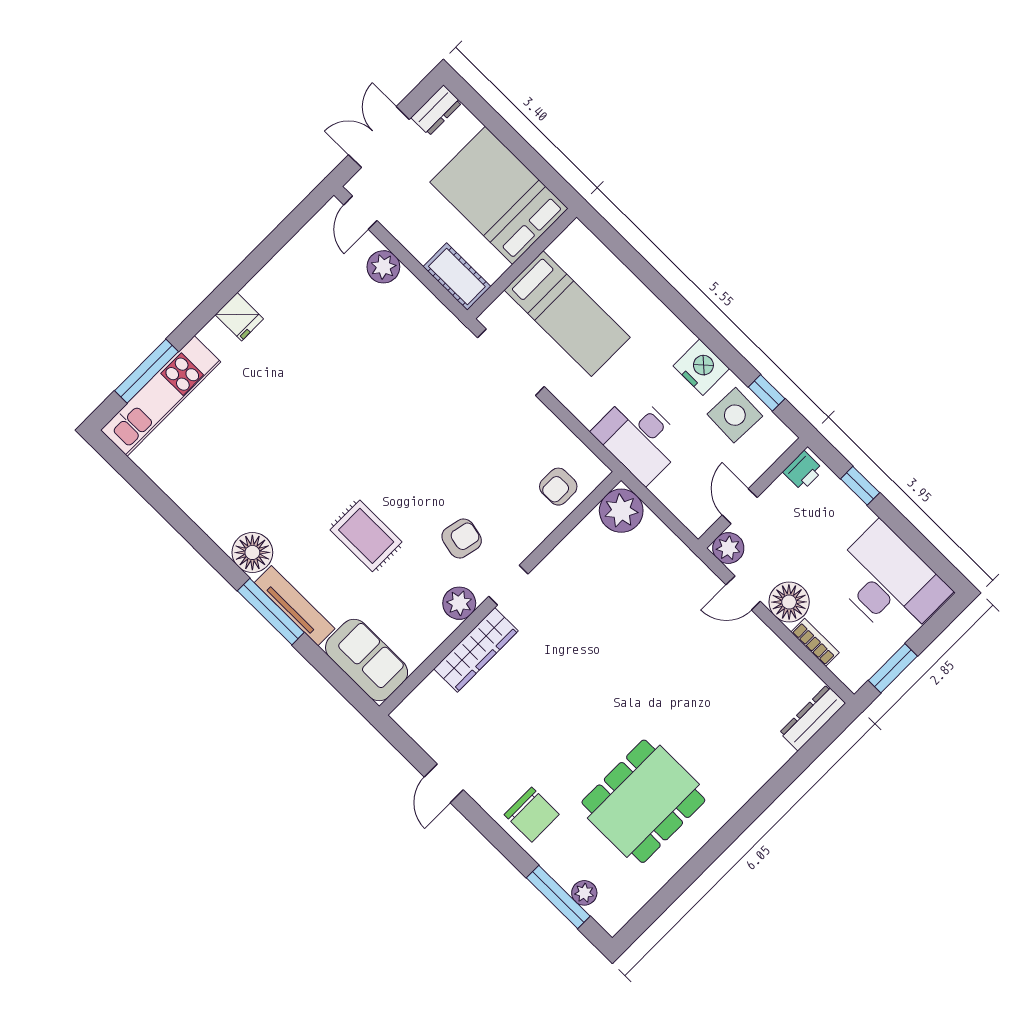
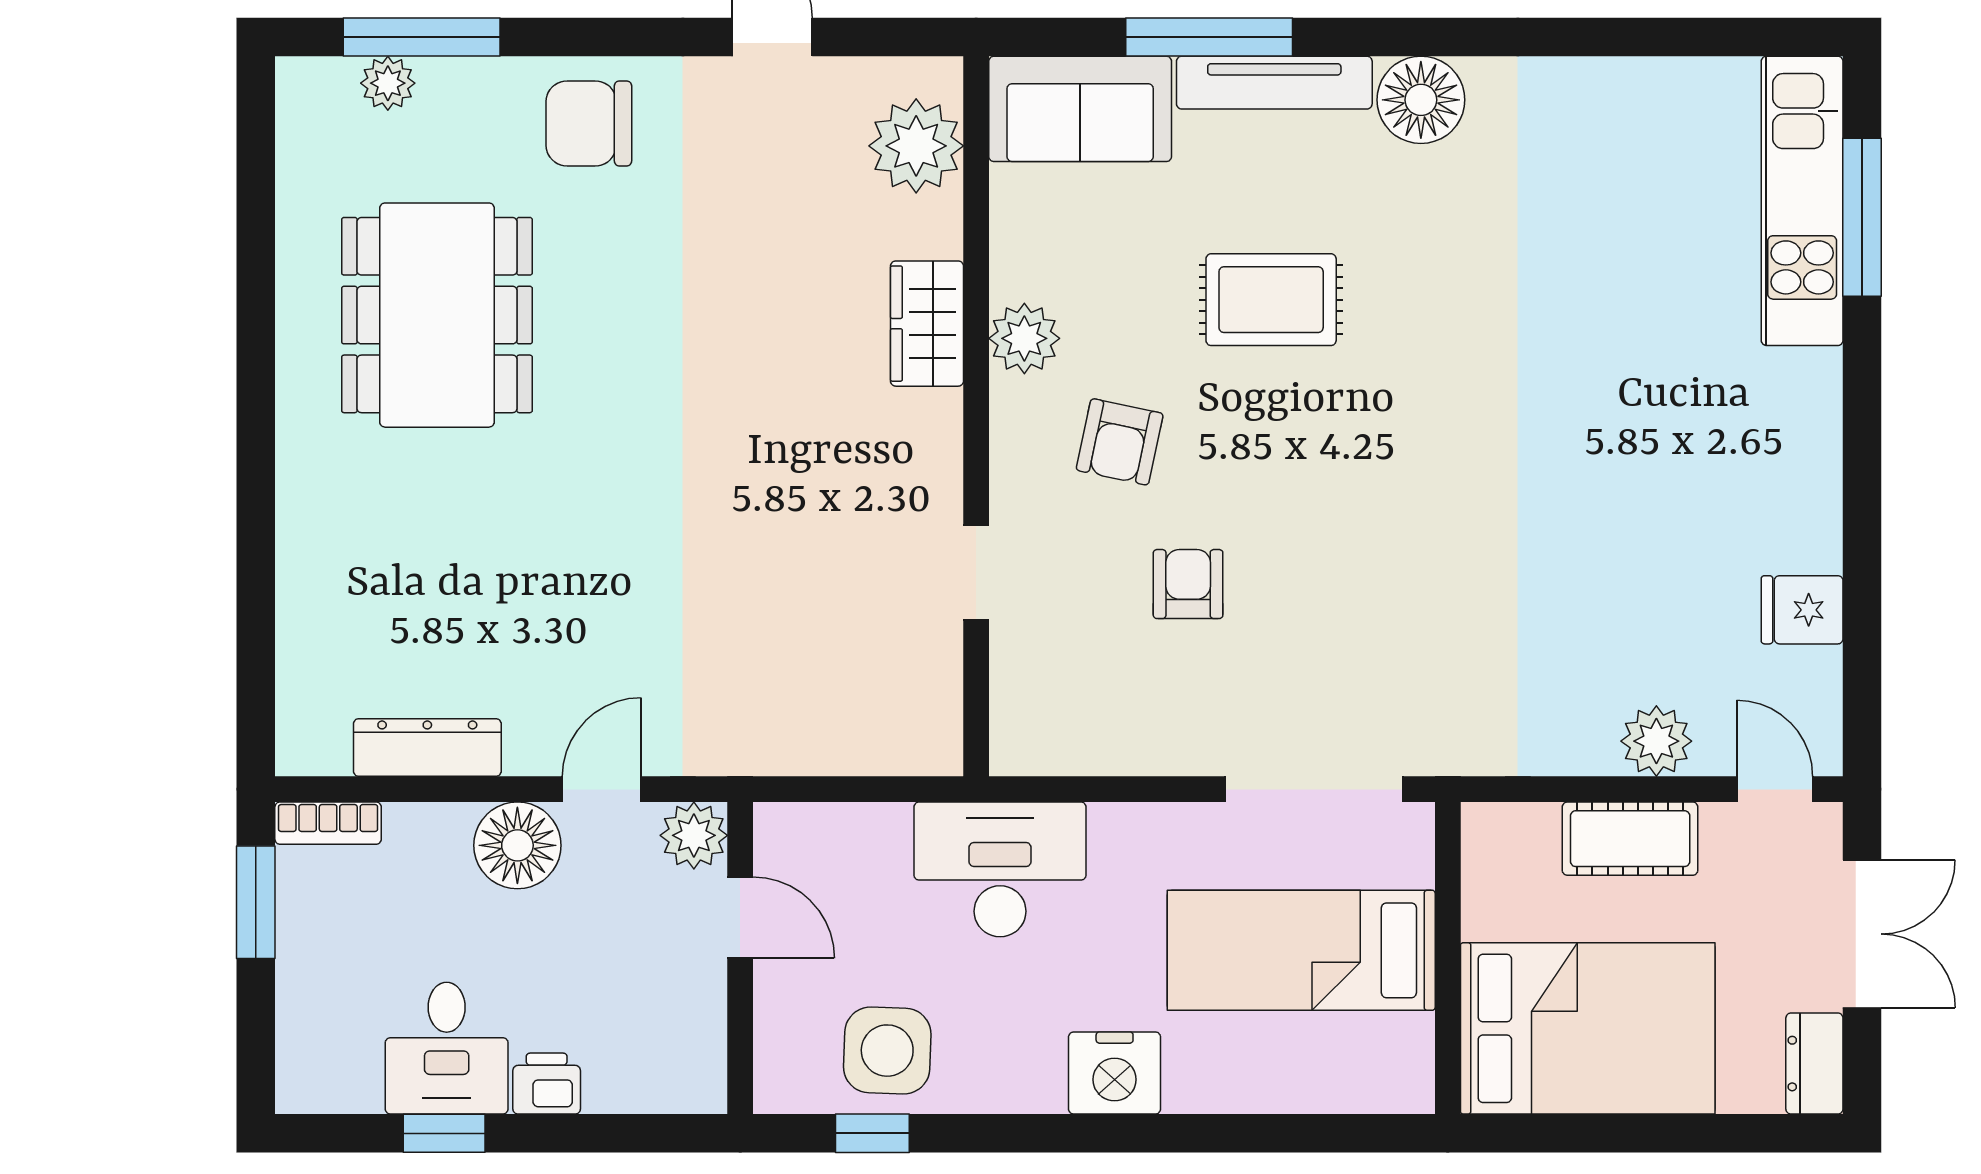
cot: (457, 276) -> (1630, 839), moved
fridge: (239, 317) -> (1802, 610), moved
nightstand: (701, 367) -> (1115, 1073), moved
printer: (803, 471) -> (547, 1084), moved, turned 90
window: (860, 486) -> (444, 1133), moved
armchair: (558, 487) -> (1188, 584), moved
plant: (621, 511) -> (916, 146), moved
desk: (889, 583) -> (447, 1048), width x0.53, depth x0.77
doorway: (508, 585) -> (976, 572), moved
window: (271, 612) -> (1209, 37), moved
bookcase: (815, 642) -> (328, 823), moved
wardrobe: (476, 650) -> (927, 324), width x0.67
dresser: (813, 718) -> (427, 747), moved, turned -90

